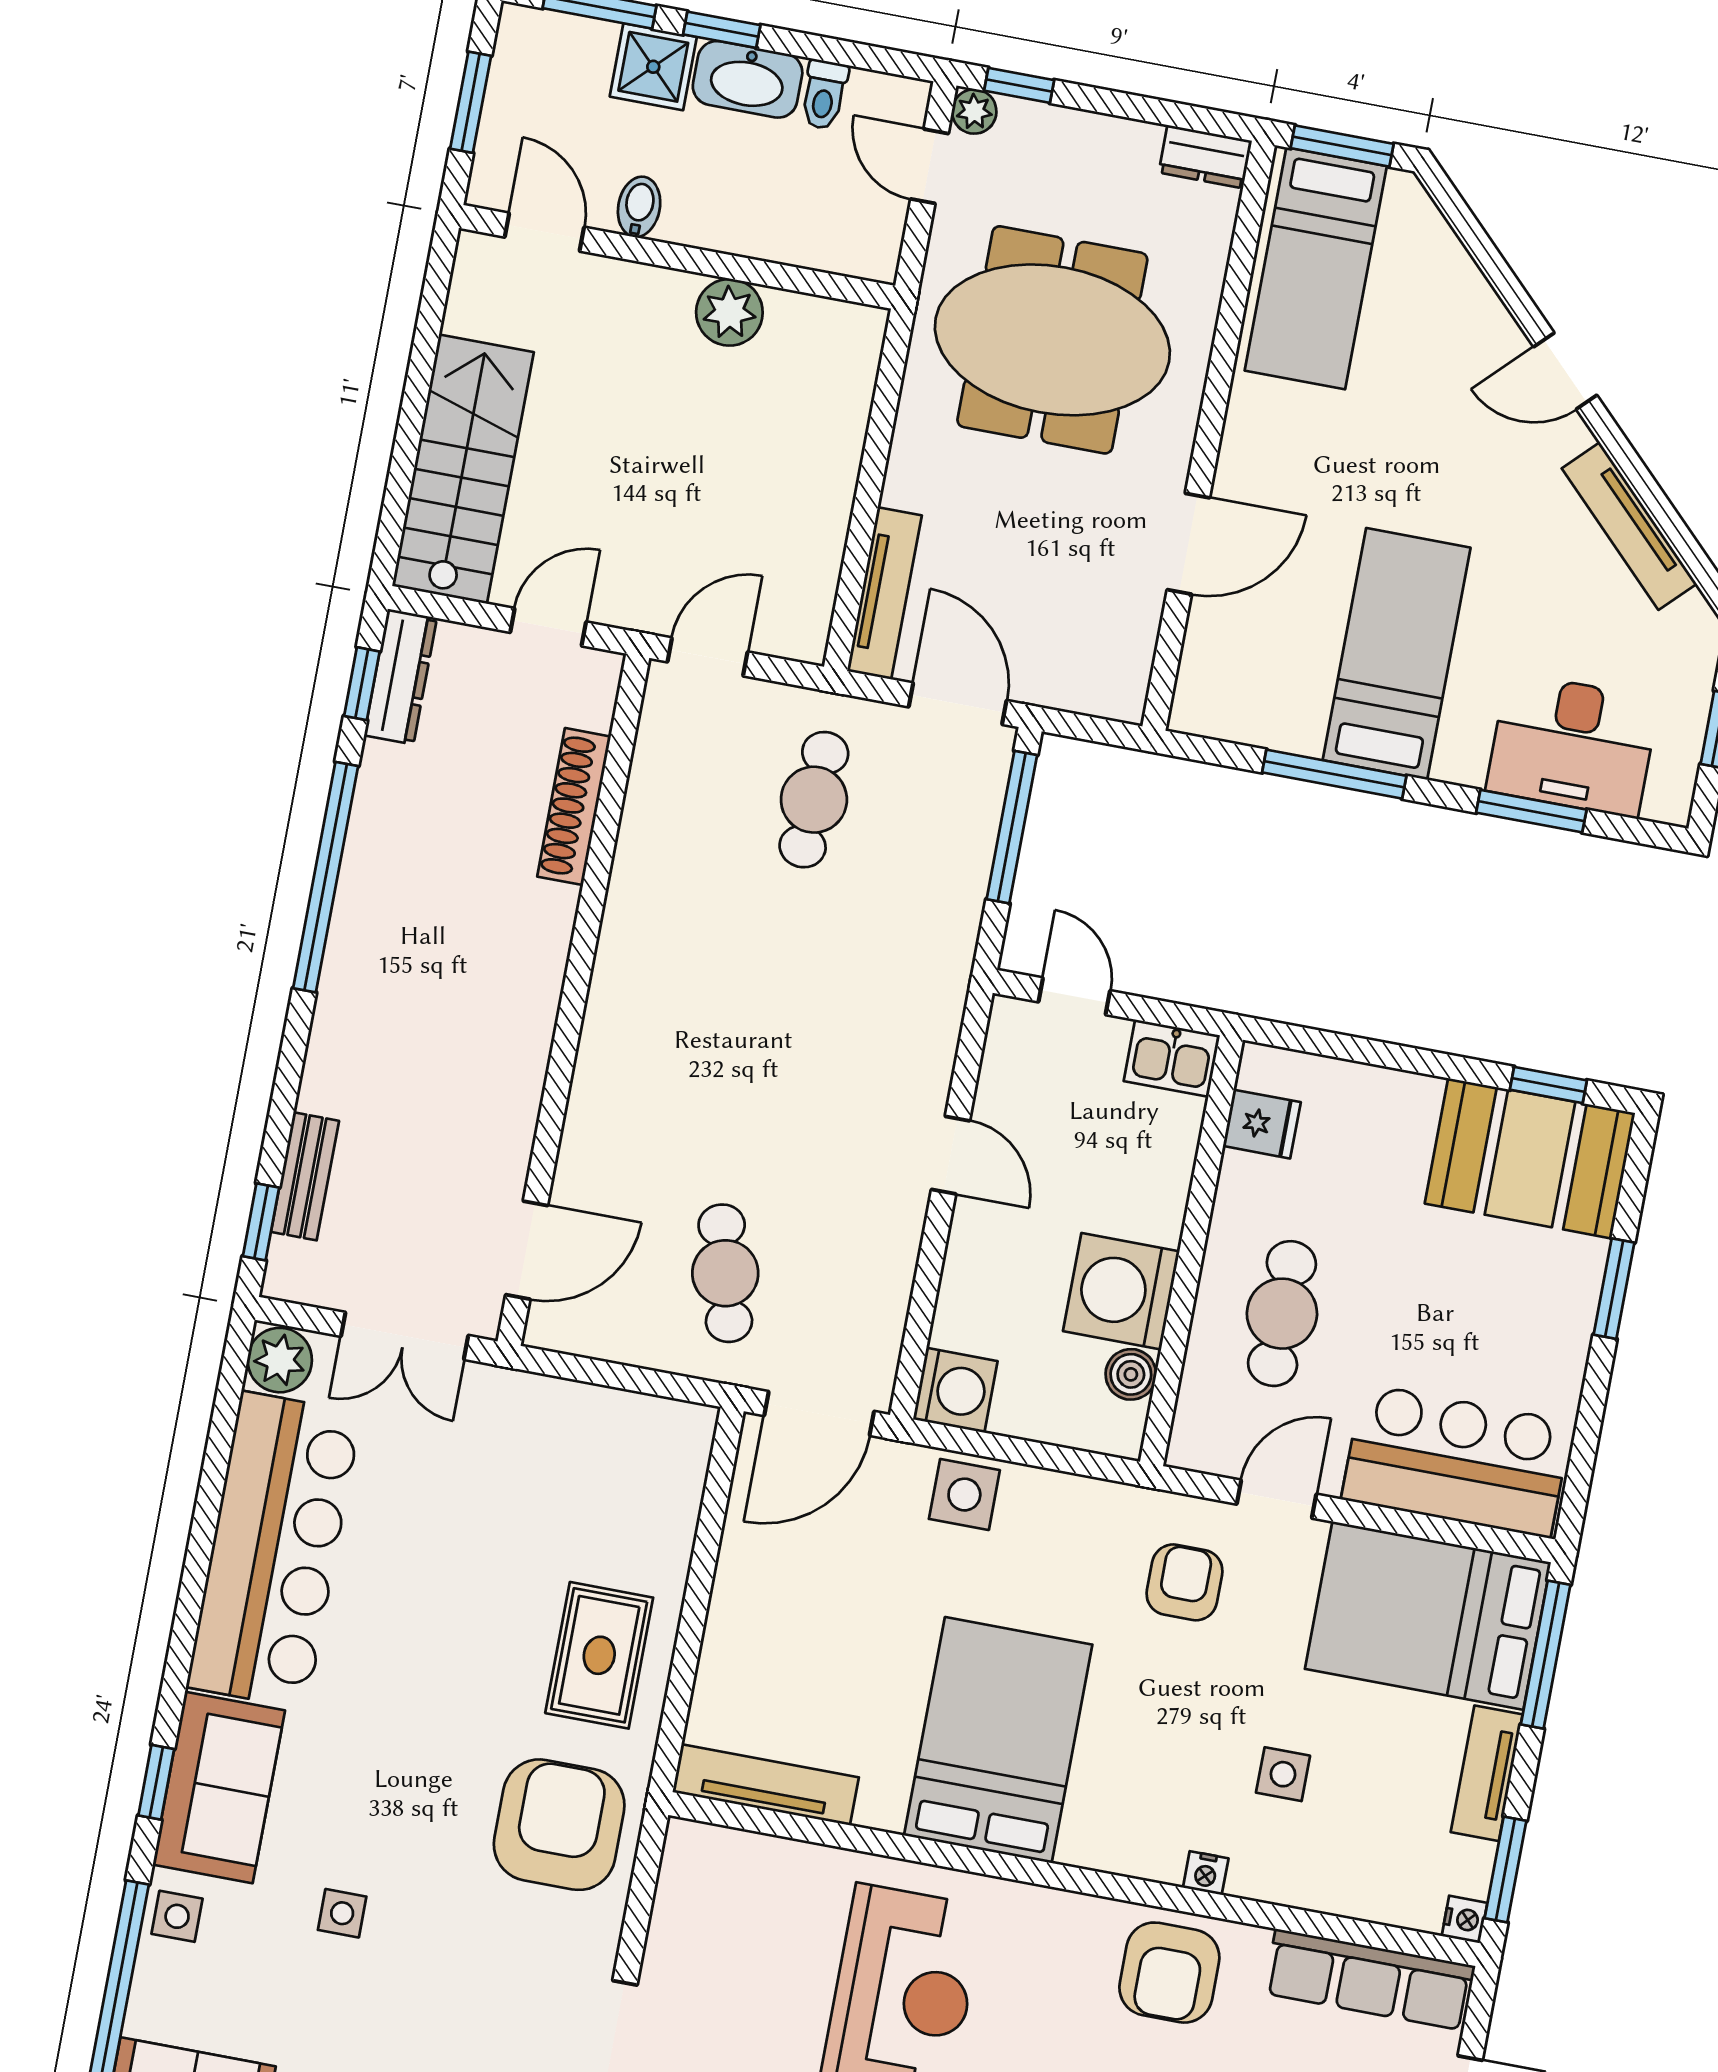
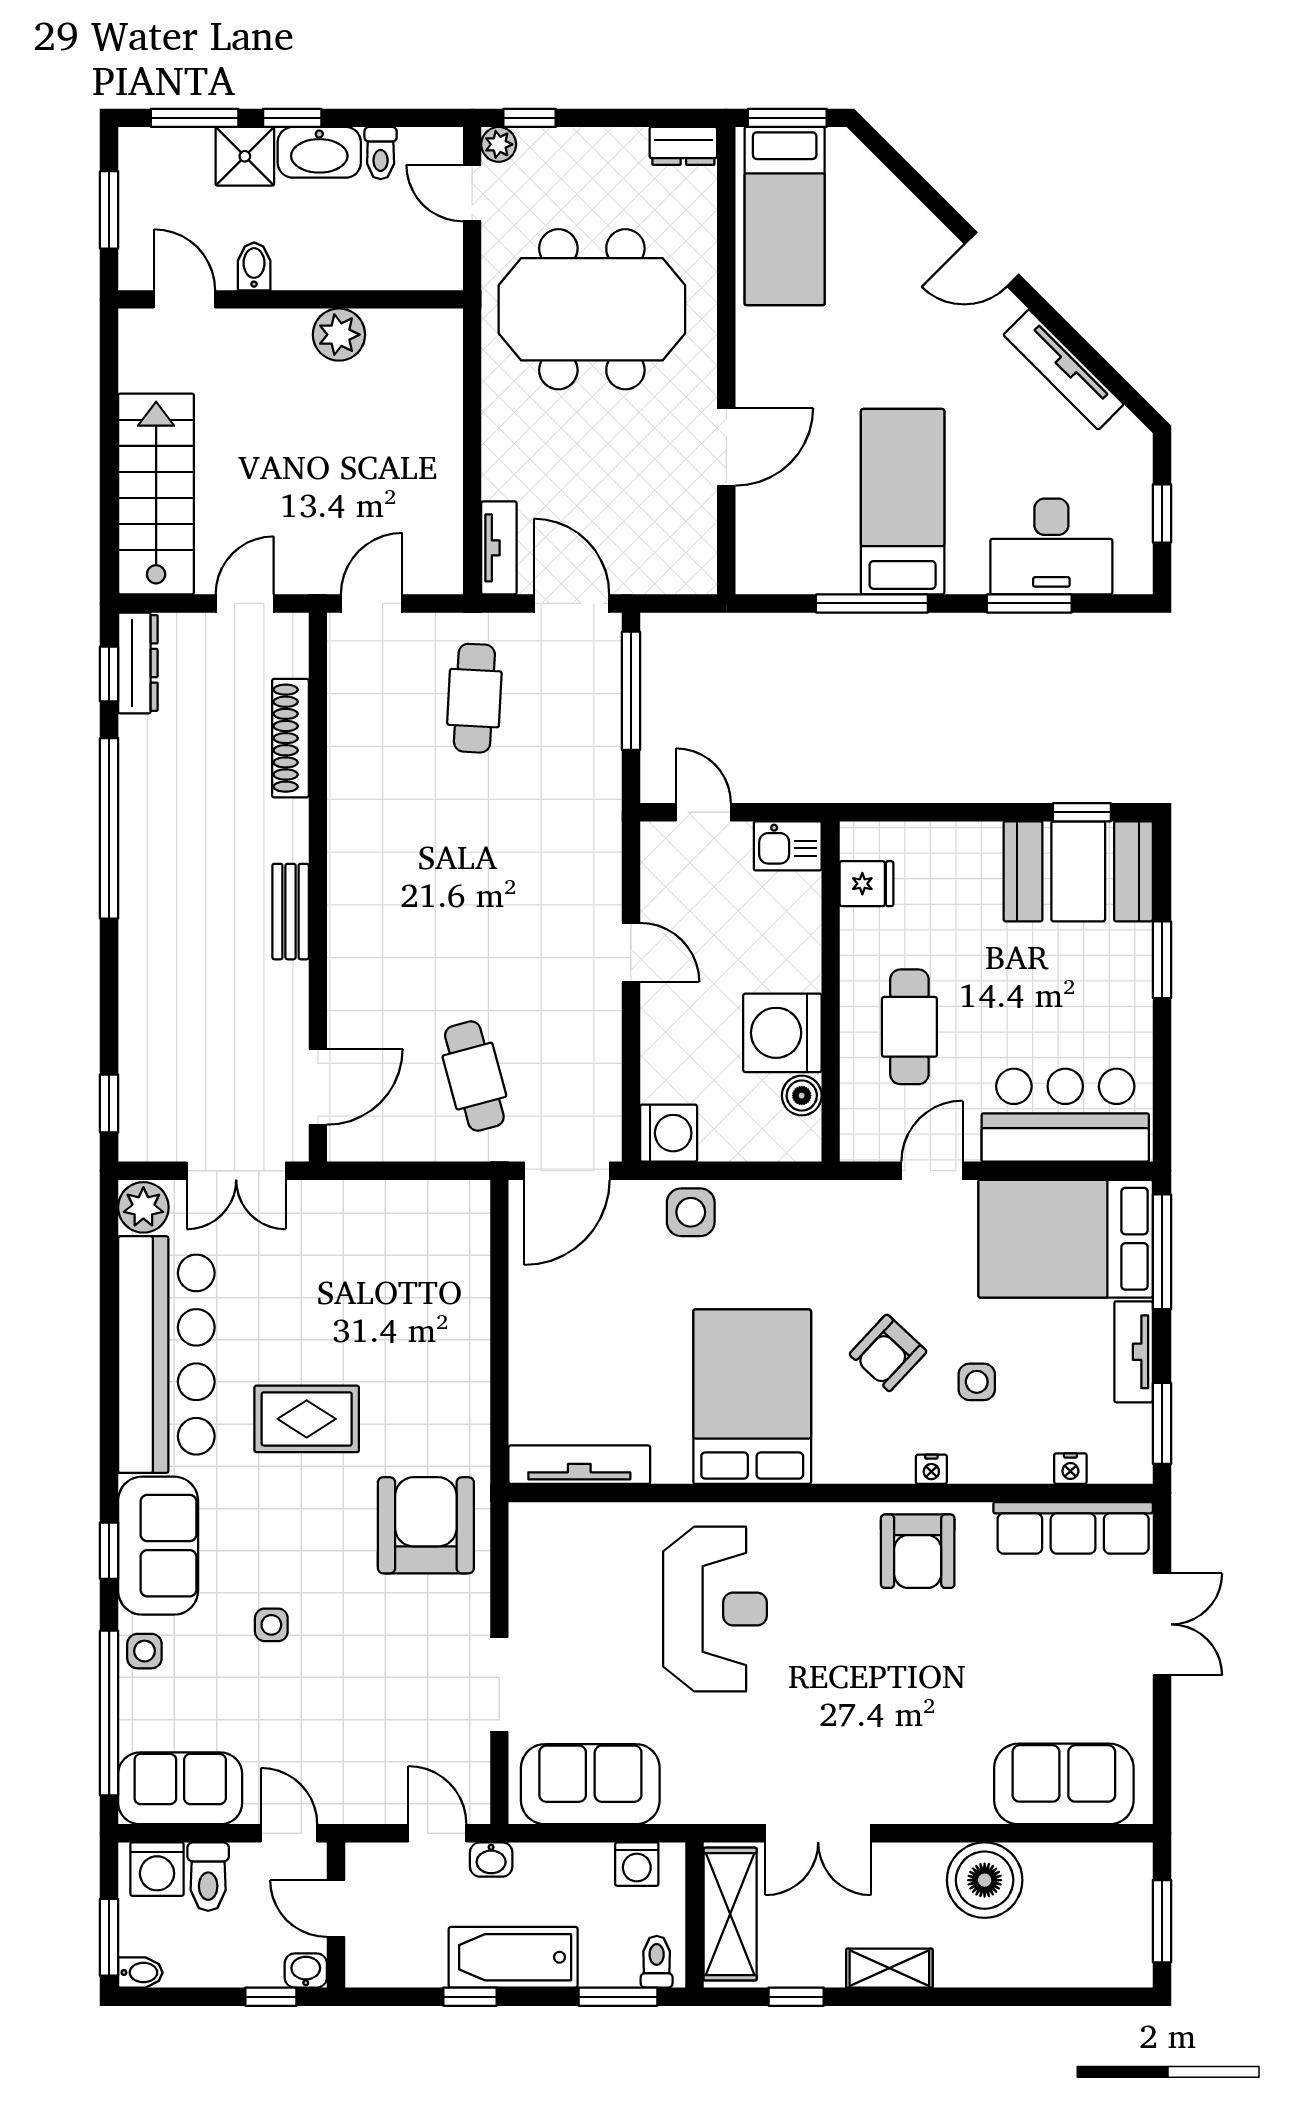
tv unit: (884, 593) -> (499, 548), width x0.71
bench: (305, 1176) -> (291, 912), moved
armchair: (1185, 1582) -> (888, 1353), moved, turned -137
rug: (599, 1655) -> (307, 1419), moved, turned 90
nightstand: (1464, 1919) -> (1070, 1469), moved, turned 90

